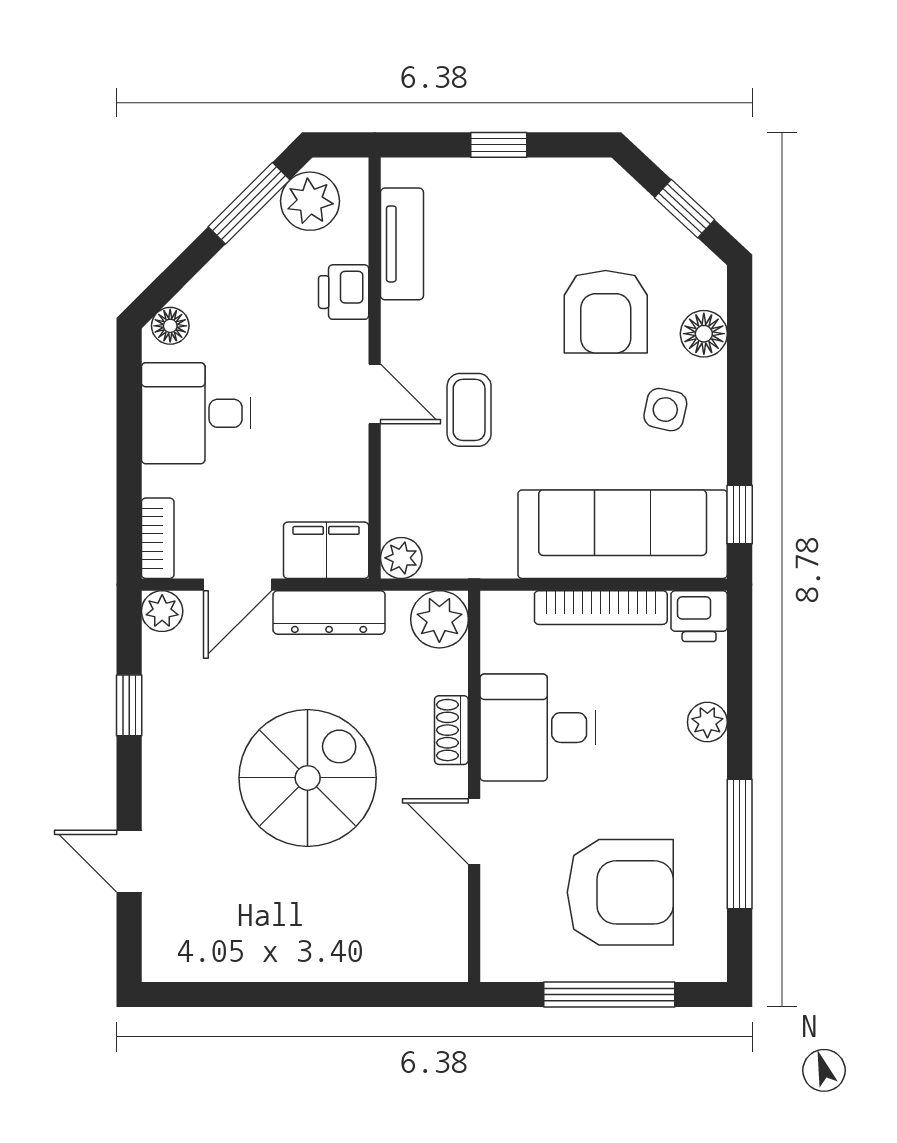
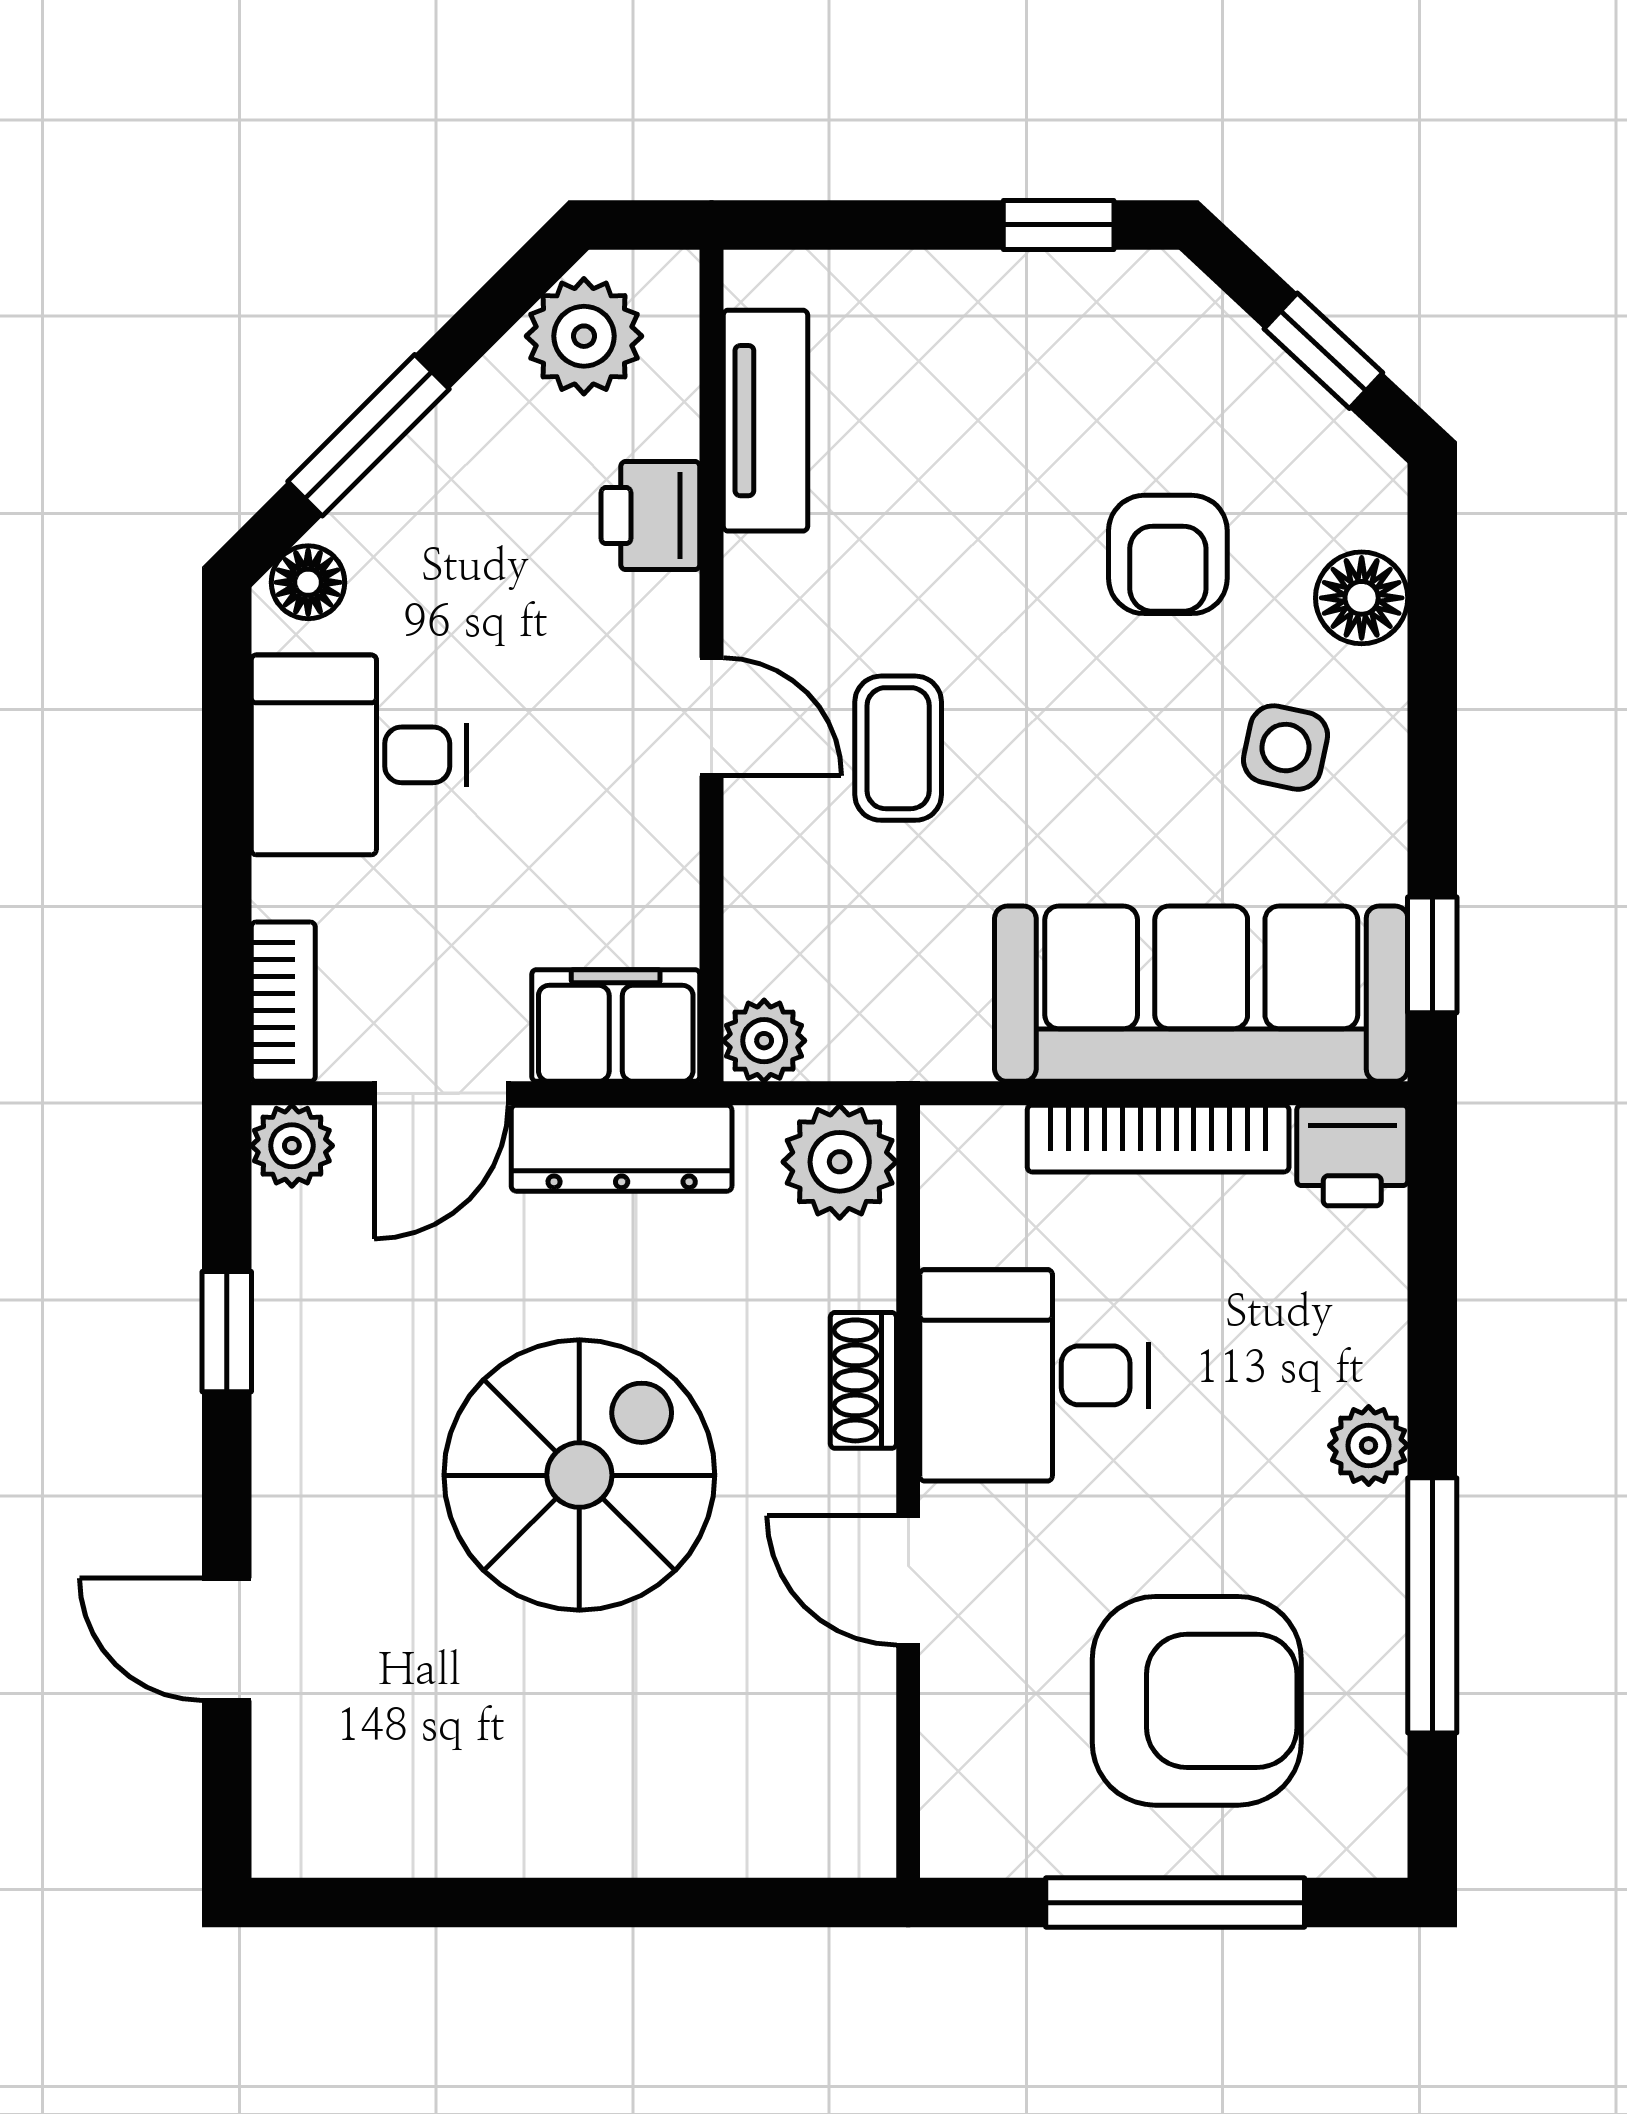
window: (499, 145) -> (1059, 225), moved
window: (249, 203) -> (368, 435), moved
armchair: (606, 312) -> (1168, 554), width x0.72, depth x0.72
plant: (707, 722) -> (1369, 1445), moved

